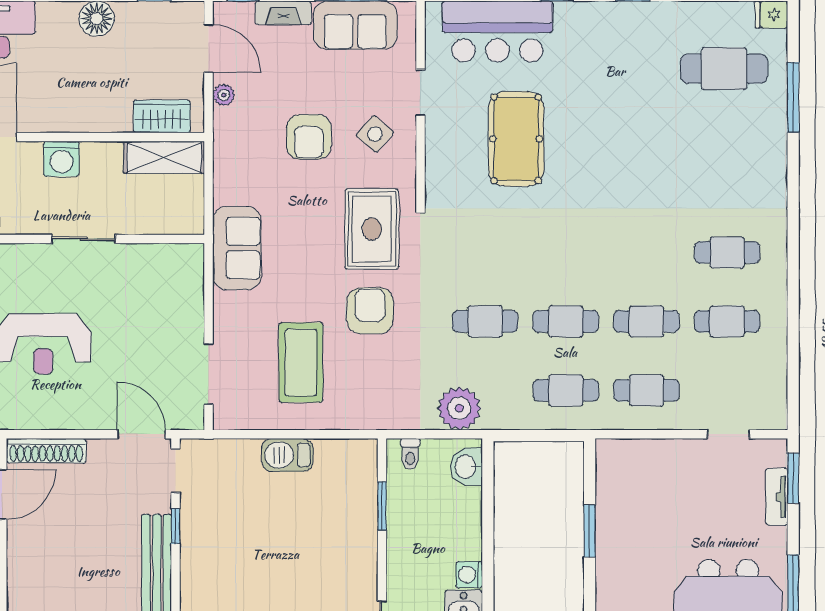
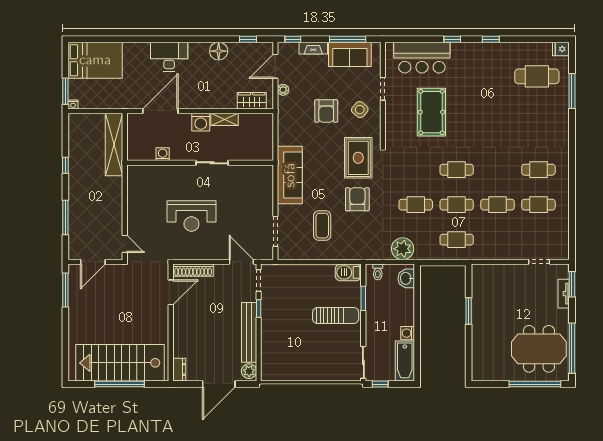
door: (209, 49) -> (275, 66), swing flipped
shelving: (164, 157) -> (224, 119), moved, width x0.67, depth x0.75
sofa: (237, 248) -> (290, 175), width x1.36
coffee table: (301, 363) -> (322, 226), width x0.73, depth x0.76
cafe table: (646, 390) -> (457, 170), moved
barbecue: (287, 455) -> (348, 272), moved
sun lounger: (327, 540) -> (336, 316), added

